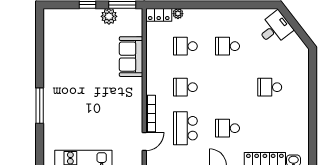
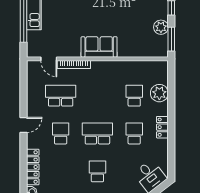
plant: (178, 14) -> (159, 93), width x1.88, depth x1.88
locker: (159, 15) -> (162, 127), moved
sofa: (131, 57) -> (99, 47), moved
school desk: (185, 87) -> (97, 134), moved, width x1.85

